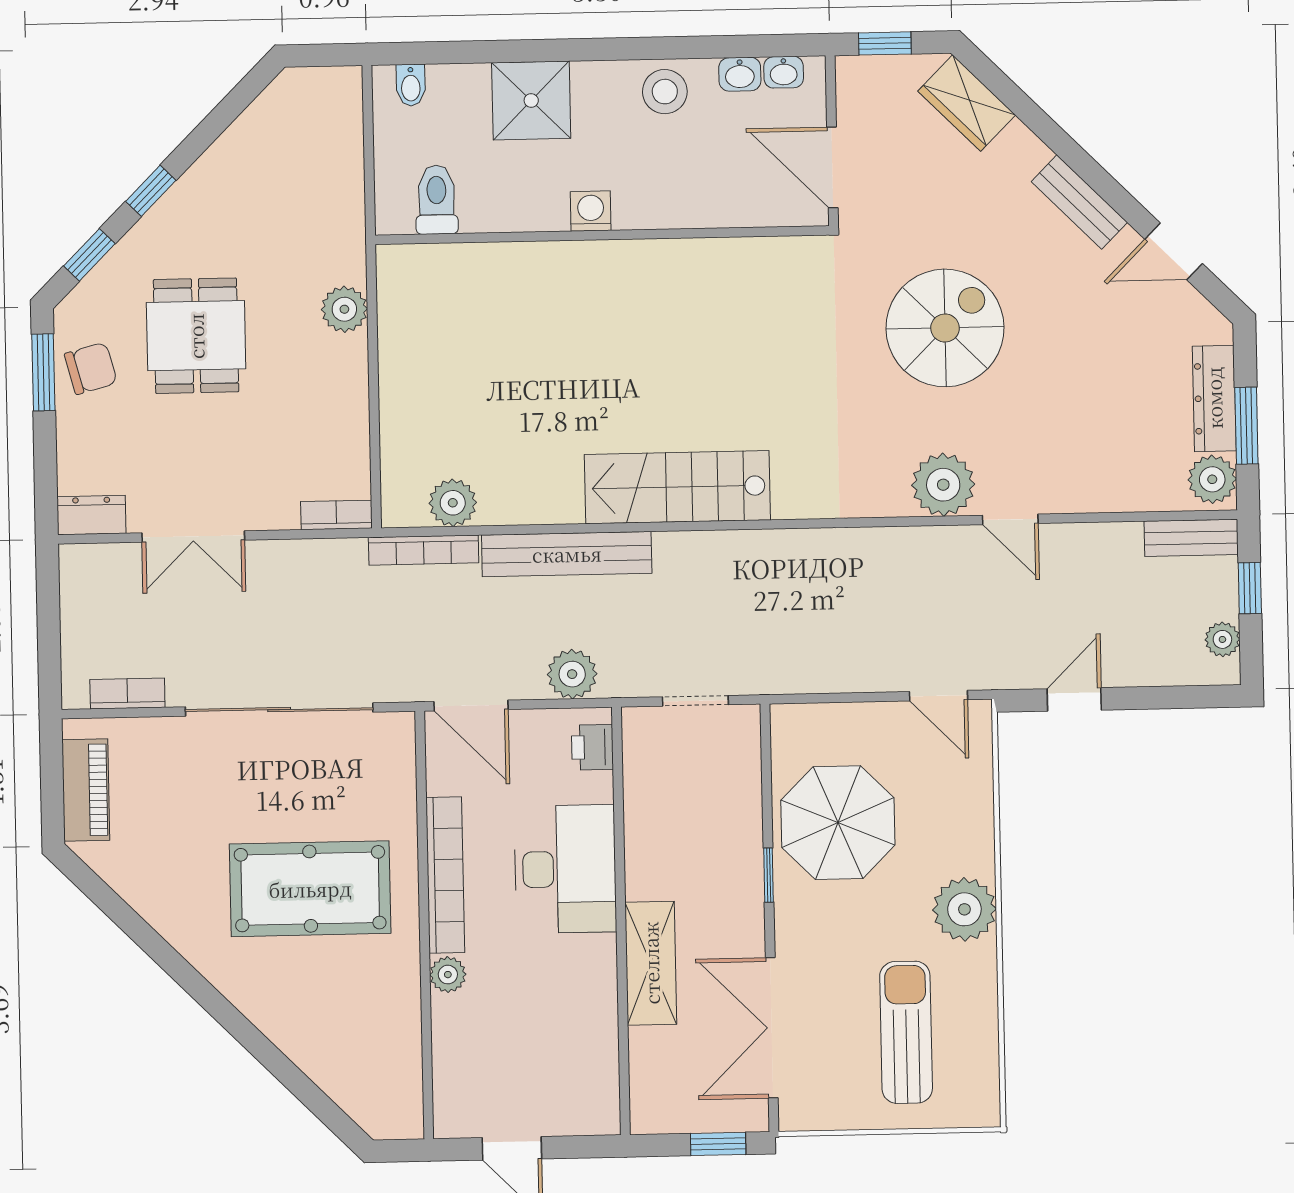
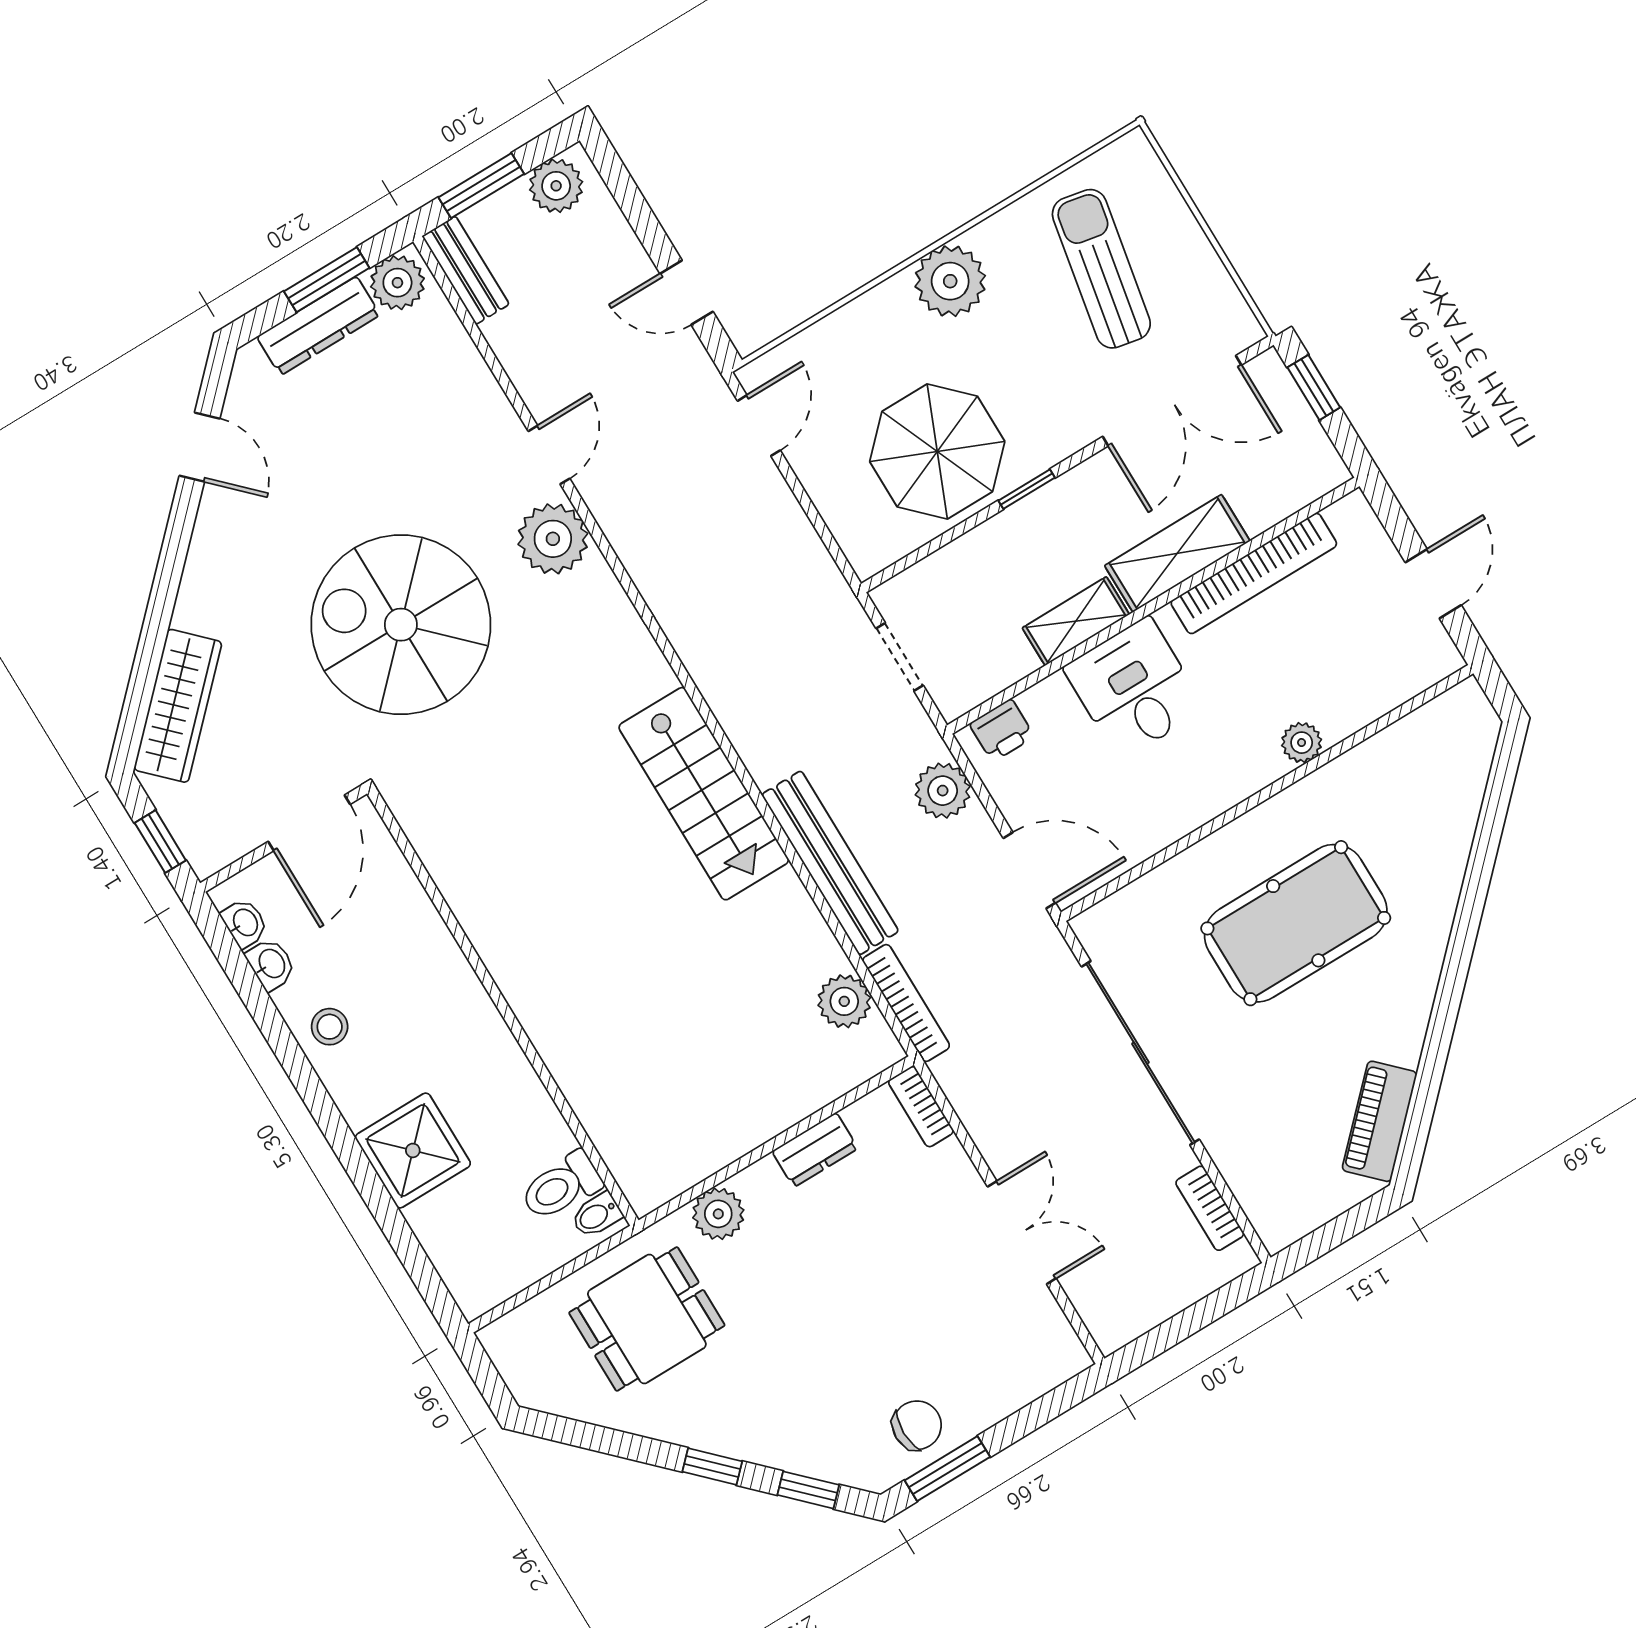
bidet: (411, 85) -> (597, 1215), moved, turned 180
stool: (665, 92) -> (330, 1027), width x0.73, depth x0.73
wardrobe: (967, 103) -> (178, 706), width x1.50
bench: (1079, 202) -> (205, 566), removed
washing machine: (591, 211) -> (486, 1031), removed
spiral stairs: (945, 328) -> (401, 625), width x1.37, depth x1.37
dining table: (196, 336) -> (647, 1319), moved
chair: (91, 368) -> (917, 1425), turned 105
dresser: (91, 515) -> (815, 1150), moved, turned -90
window: (1250, 588) -> (481, 186), width x1.50
plant: (1222, 639) -> (556, 186), width x1.38, depth x1.38
door: (471, 706) -> (1029, 870), hinge flipped
piano: (86, 790) -> (1380, 1121), moved, turned -45
shelving: (644, 854) -> (1076, 621), added
desk: (565, 869) -> (1134, 688), width x0.73
bookcase: (445, 875) -> (1254, 573), moved, turned 180
pool table: (310, 889) -> (1296, 923), turned 90
sun lounger: (906, 1032) -> (1101, 269), turned 101

